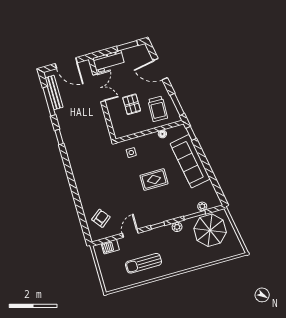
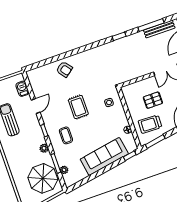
rug: (154, 180) -> (78, 107), moved
coffee table: (165, 202) -> (66, 135), added
armchair: (101, 218) -> (64, 69), moved
door: (130, 233) -> (36, 106), hinge flipped

